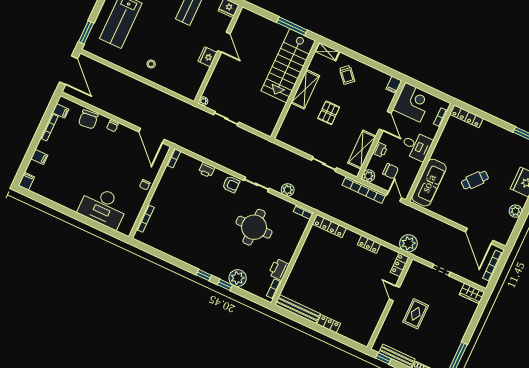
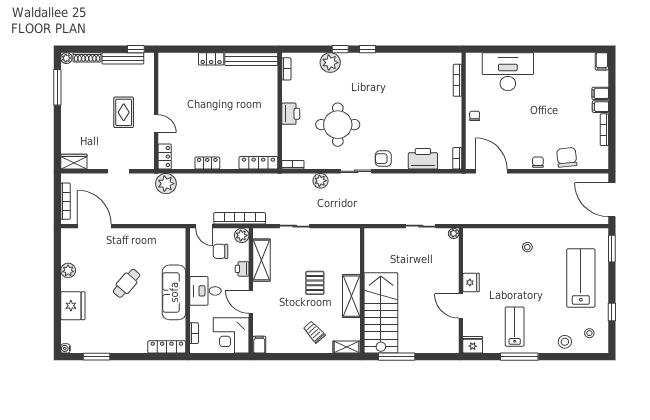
filing cabinet: (60, 111) -> (600, 107), moved
printer: (207, 170) -> (423, 159), width x1.87, depth x1.48
sofa: (429, 183) -> (174, 292), moved
printer: (279, 269) -> (291, 114), moved

